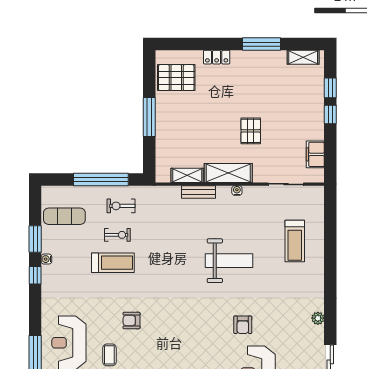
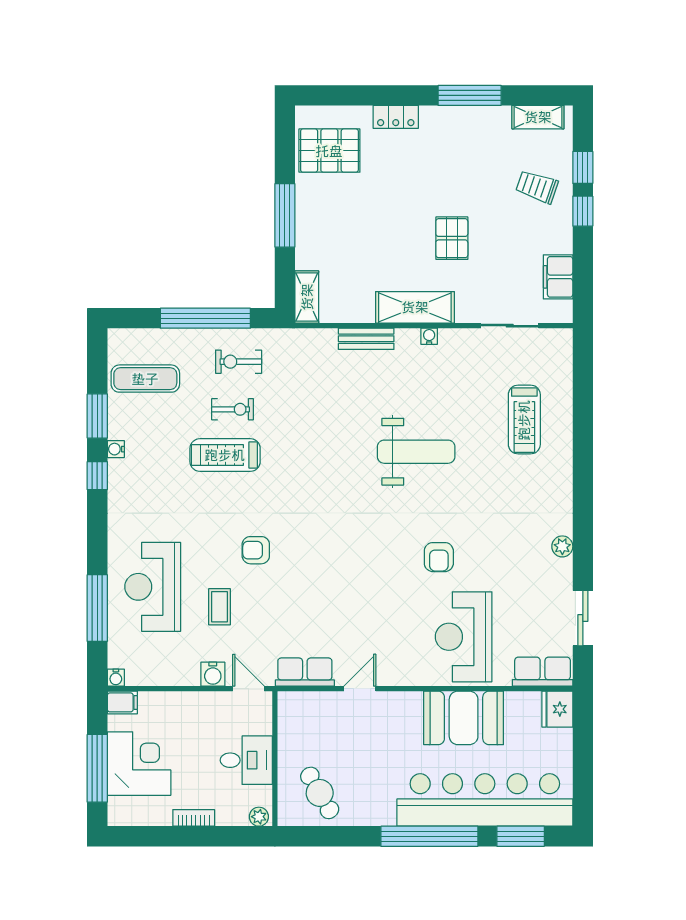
trolley: (302, 100) -> (537, 187), added
shelving: (187, 175) -> (307, 297), moved, turned 90
treadmill: (113, 263) -> (225, 455), turned 180

